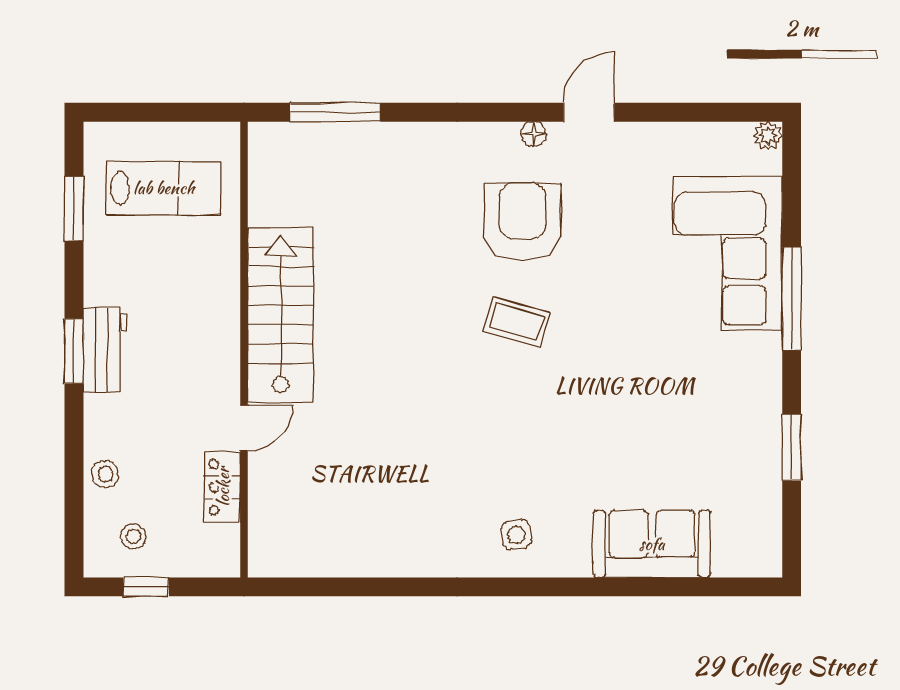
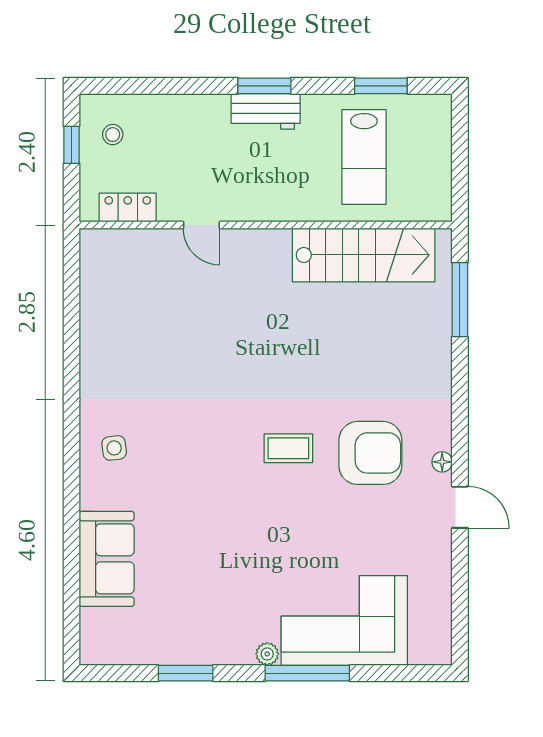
plant: (768, 136) -> (267, 654), moved
lab bench: (164, 188) -> (364, 157), moved
stairs: (281, 315) -> (364, 255), moved
coffee table: (517, 322) -> (288, 448), turned 74
stool: (105, 474) -> (164, 112), removed
locker: (223, 487) -> (128, 208), moved

